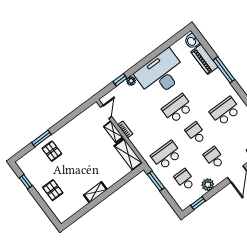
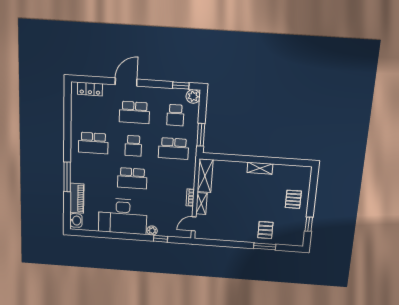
school desk: (214, 158) -> (134, 112), width x1.85
plant: (208, 185) -> (193, 96), moved

